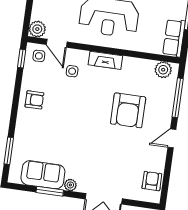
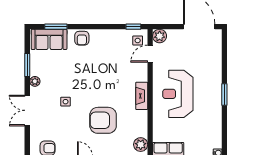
side table: (72, 71) -> (66, 102), moved
armchair: (34, 100) -> (82, 38), moved
sofa: (43, 175) -> (49, 39), moved, turned 90

